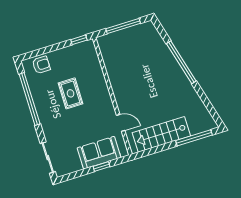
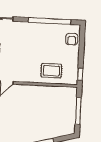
rug: (70, 93) -> (51, 71), moved

